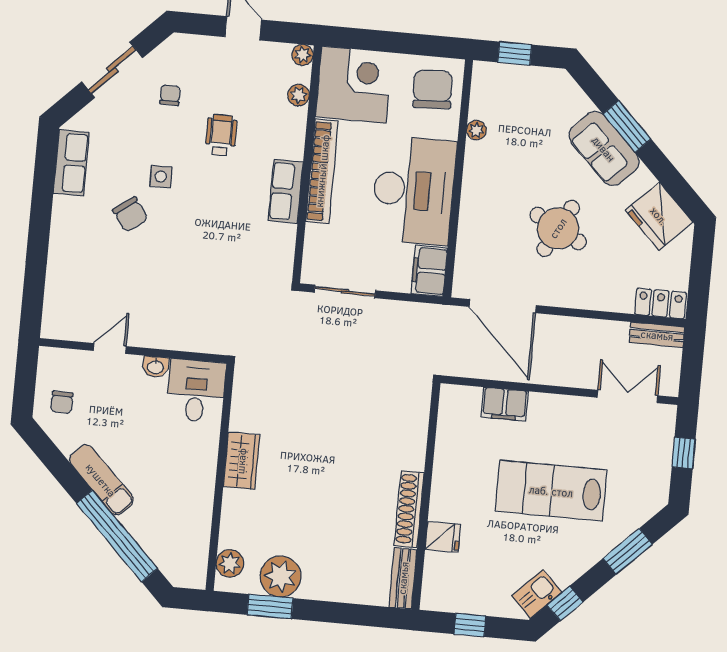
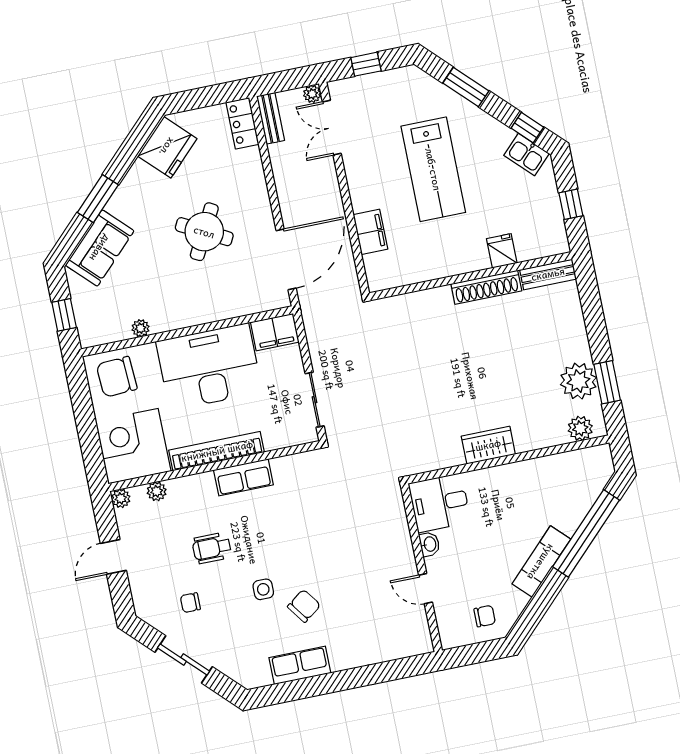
sofa: (604, 149) -> (100, 248), moved
row of seats: (71, 163) -> (300, 665), moved
plant: (669, 387) -> (312, 94), added

